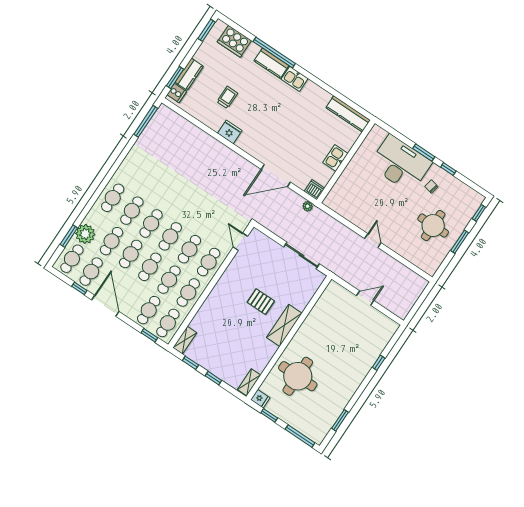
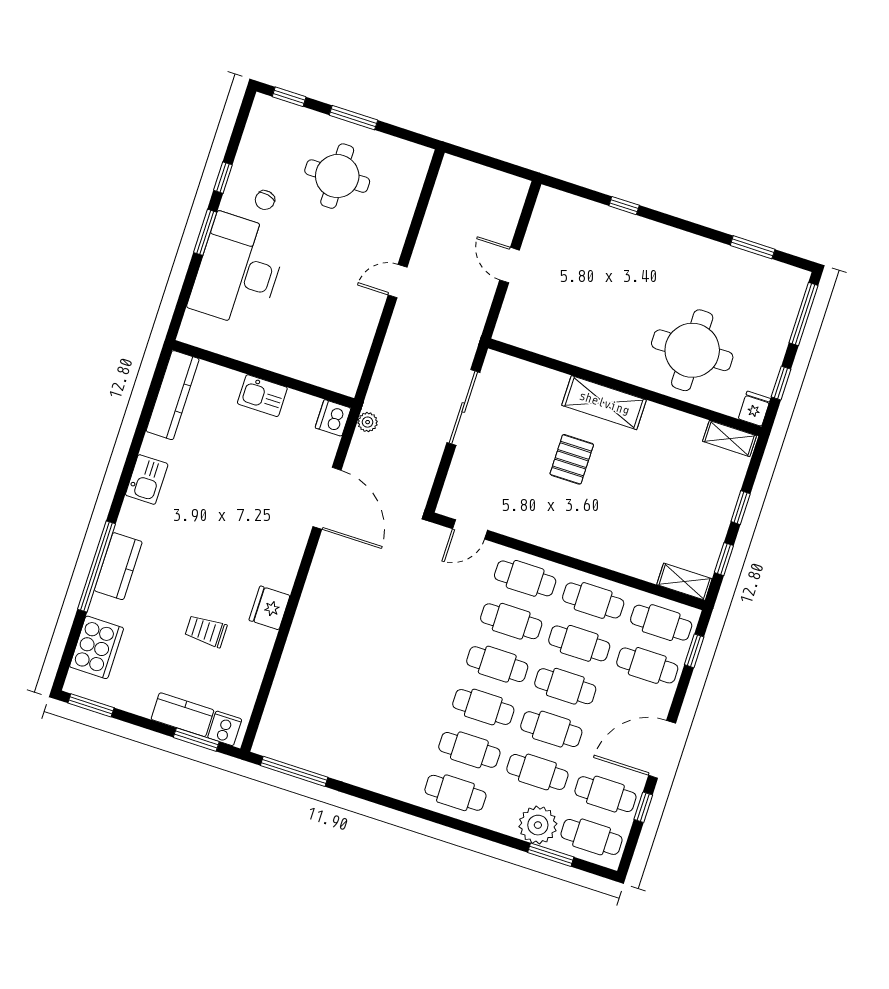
kitchen sink: (295, 79) -> (147, 479), moved

